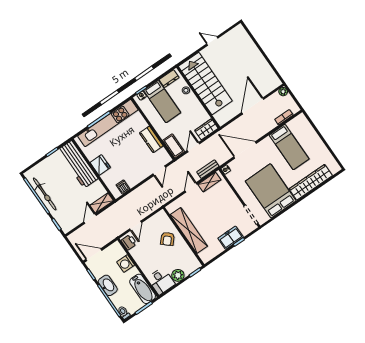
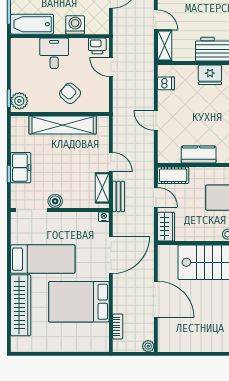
bed: (289, 147) -> (79, 302), width x1.50
door: (159, 171) -> (156, 120), moved
bed: (271, 191) -> (43, 259), width x0.67
boiler: (236, 204) -> (55, 201), added
plant: (178, 275) -> (19, 101), moved
desk: (161, 281) -> (54, 53), moved, turned 90

